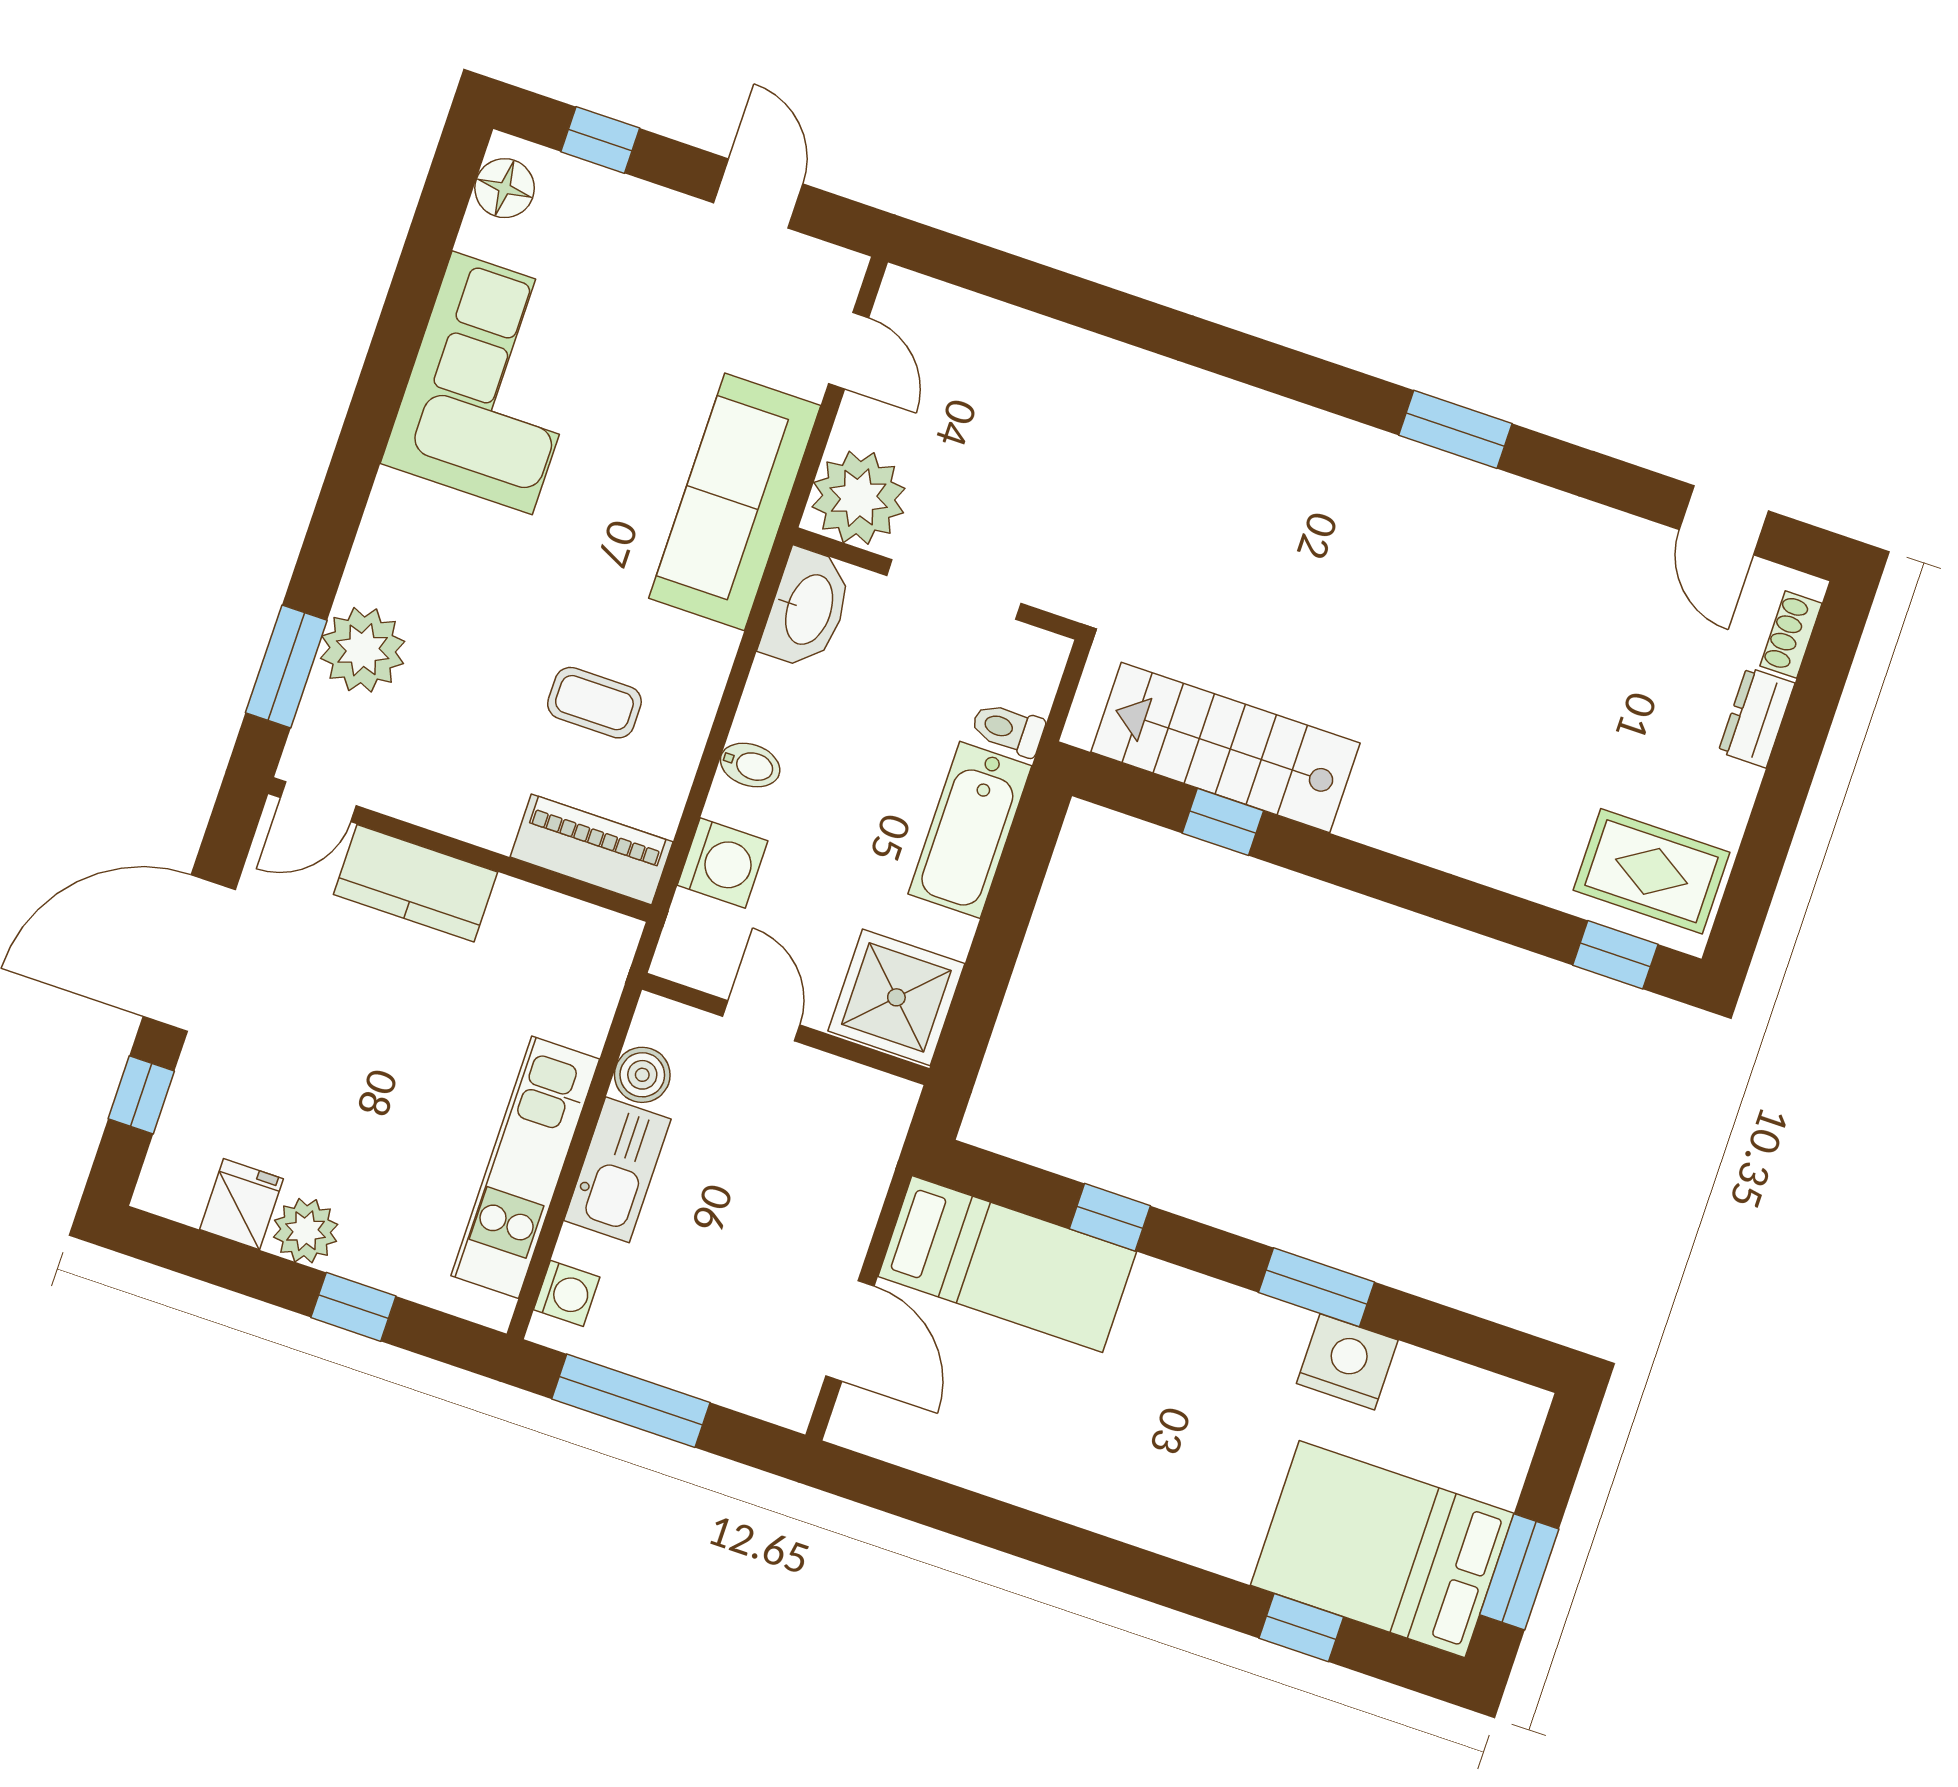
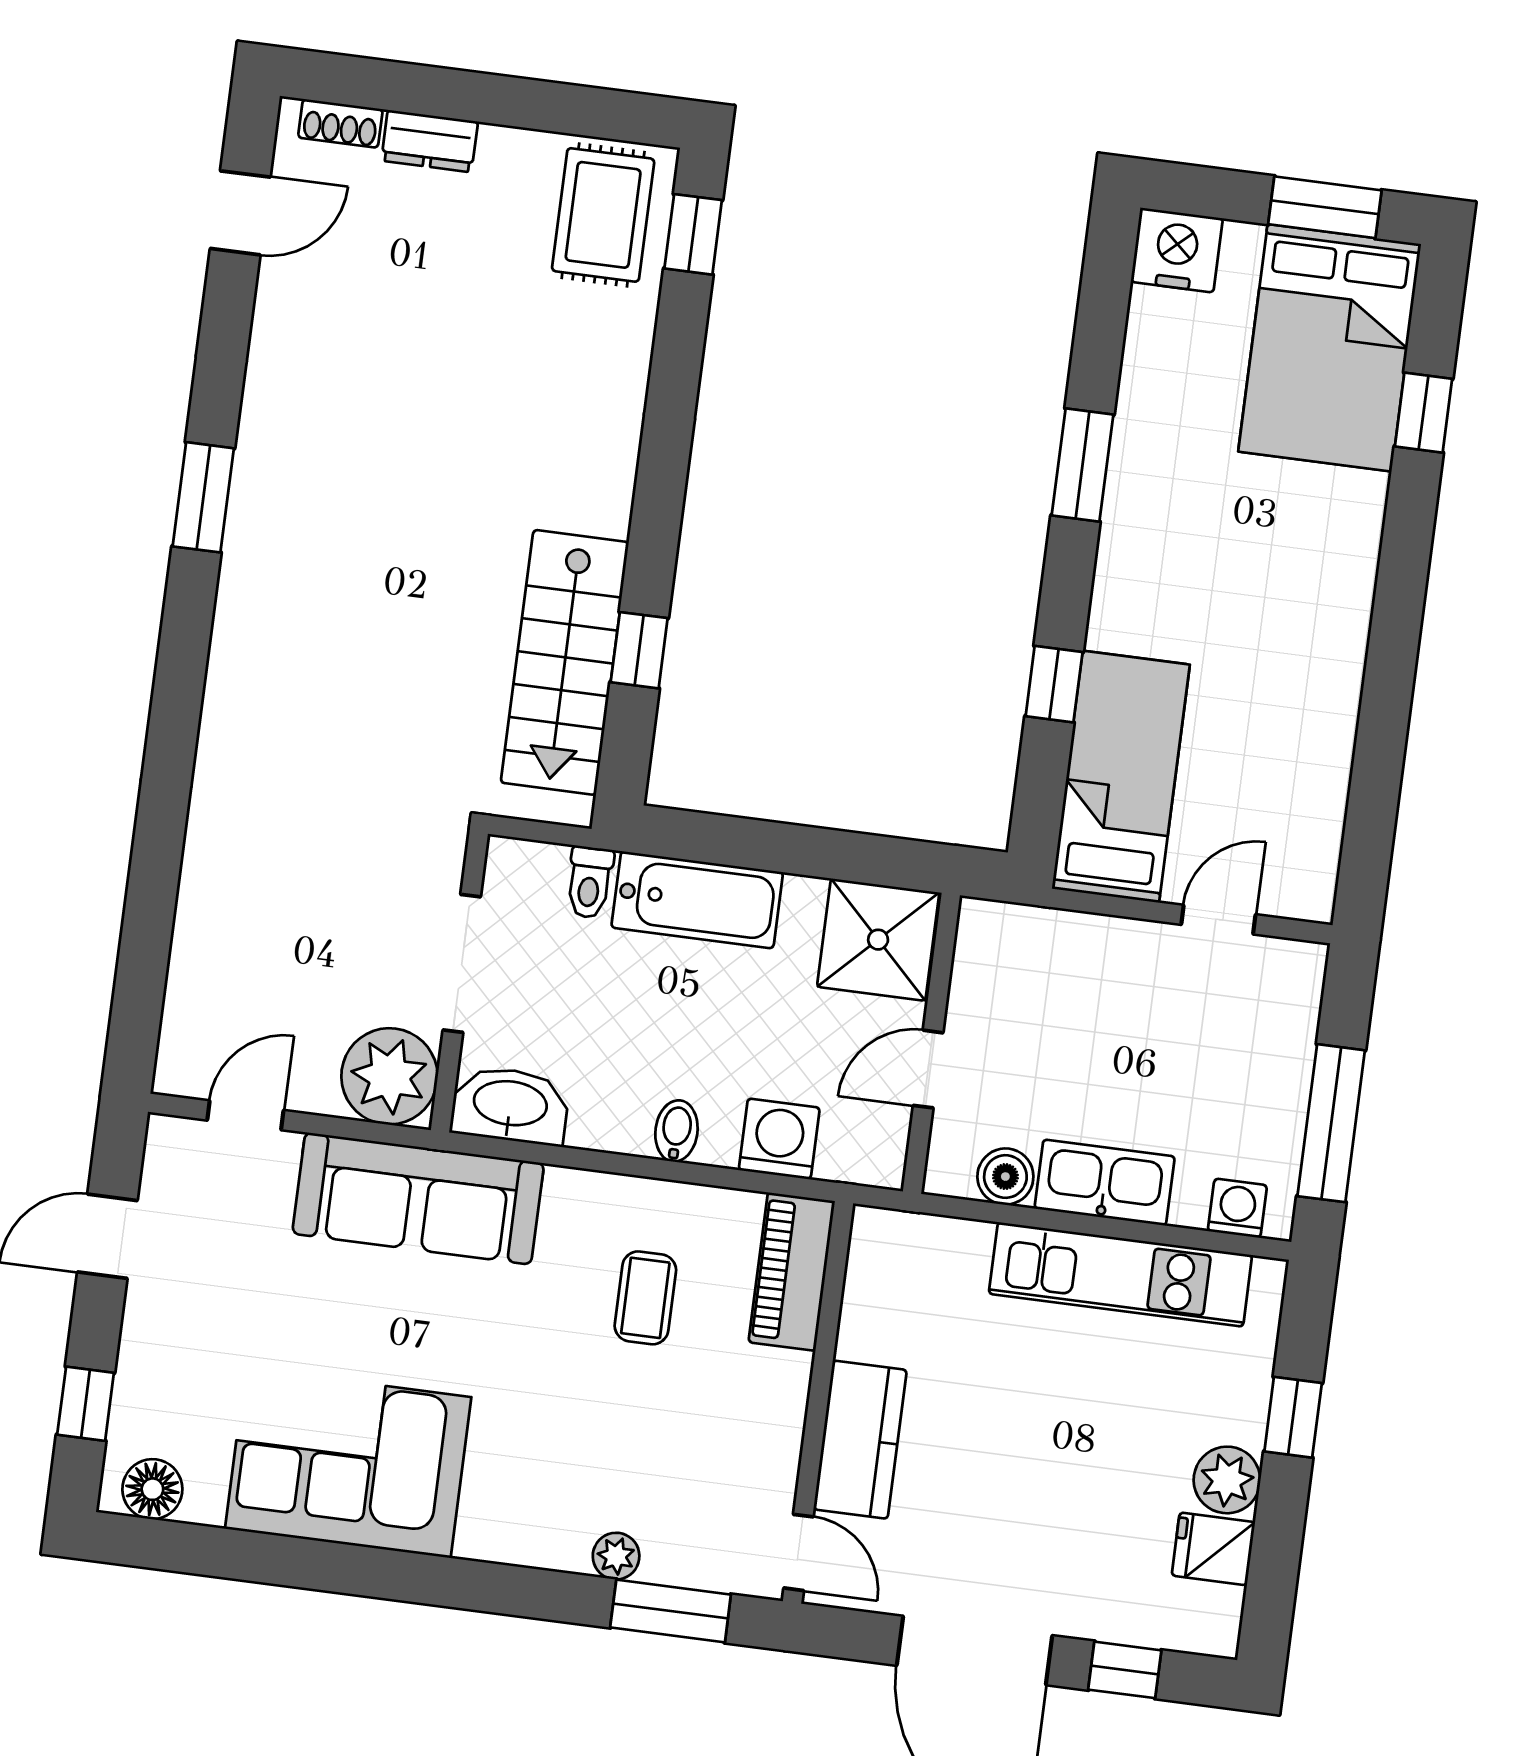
plant: (363, 650) -> (616, 1556), width x0.53, depth x0.53
door: (850, 1331) -> (1218, 920), width x0.73
nightstand: (1347, 1362) -> (1177, 250), moved, turned 90

